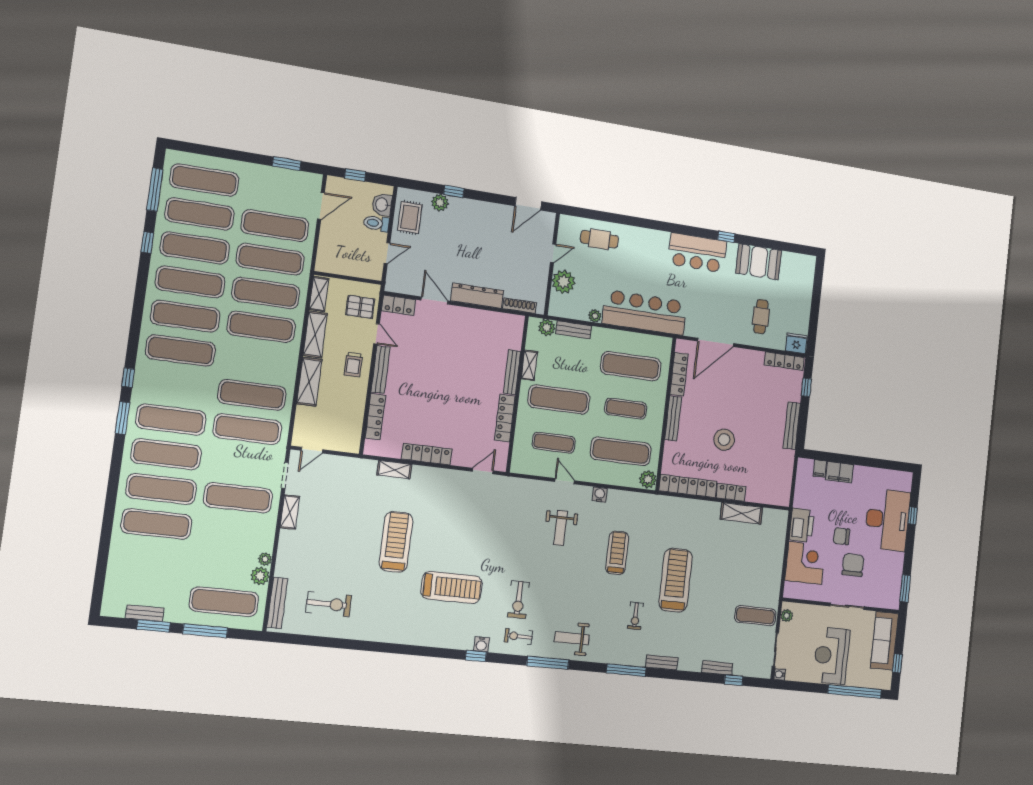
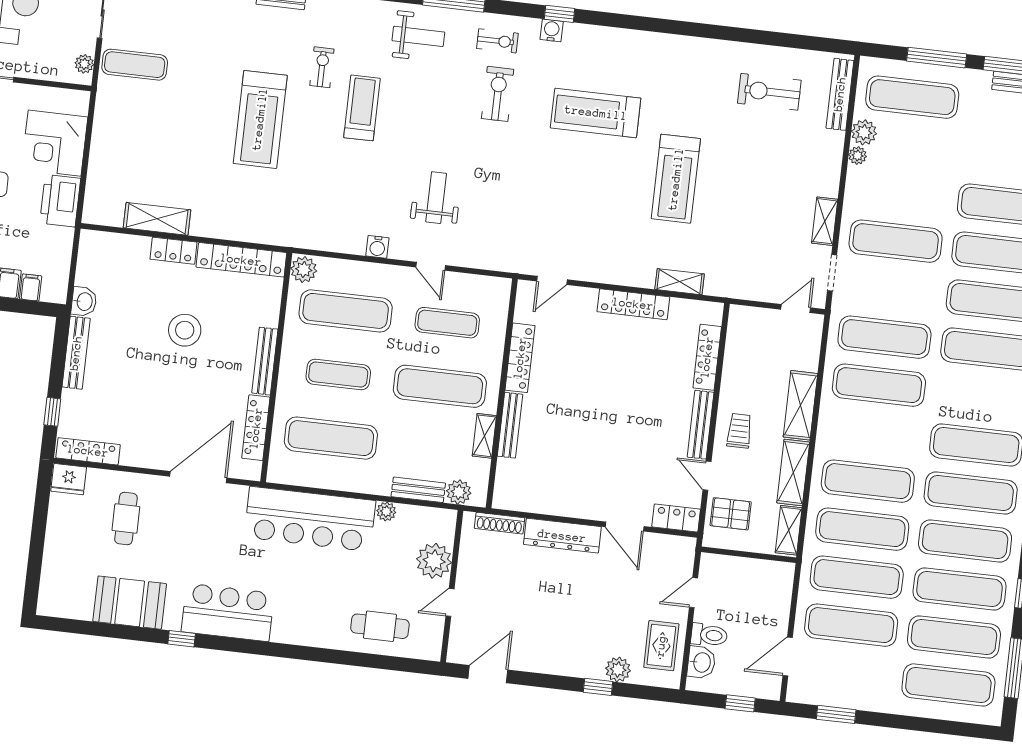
washbasin: (787, 459) -> (84, 302), added
treadmill: (617, 553) -> (362, 108), moved, turned 180

